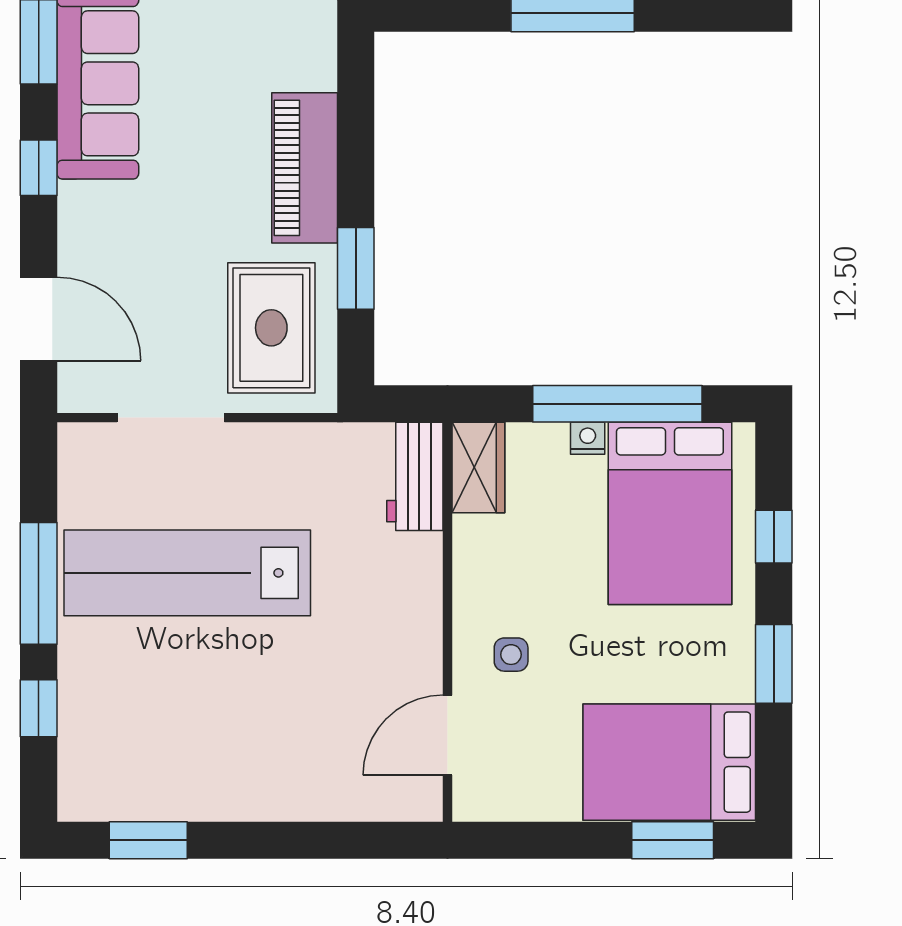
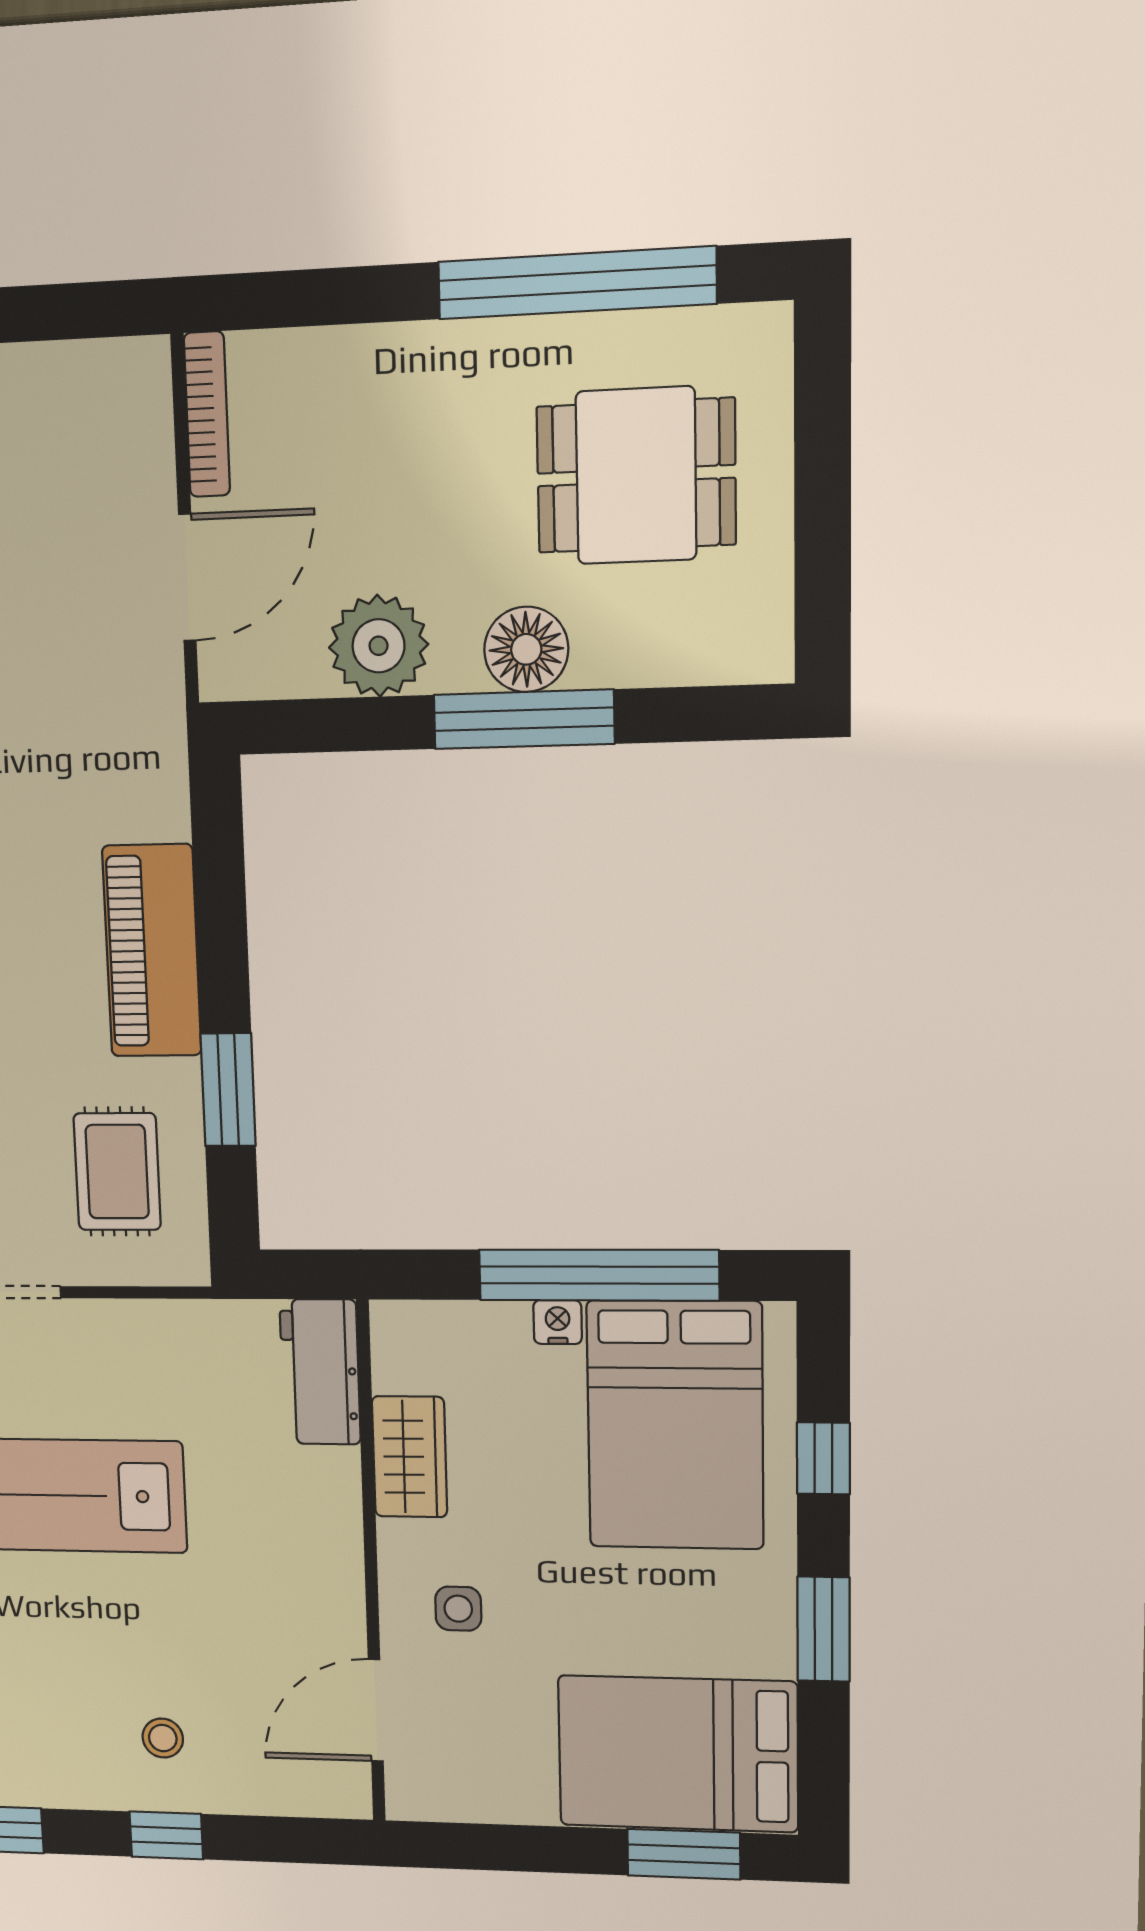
rug: (271, 328) -> (117, 1172), width x0.73, depth x0.70
wardrobe: (478, 468) -> (410, 1457), moved
stool: (285, 762) -> (163, 1738), added
window: (284, 840) -> (166, 1835), added

